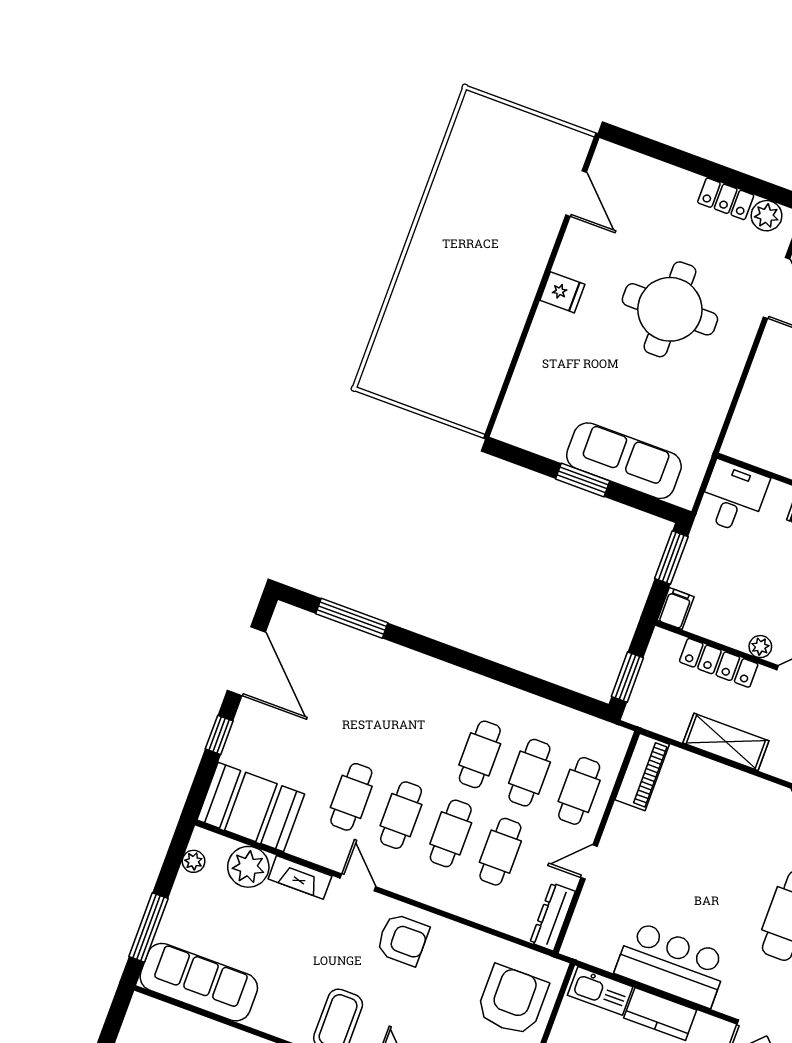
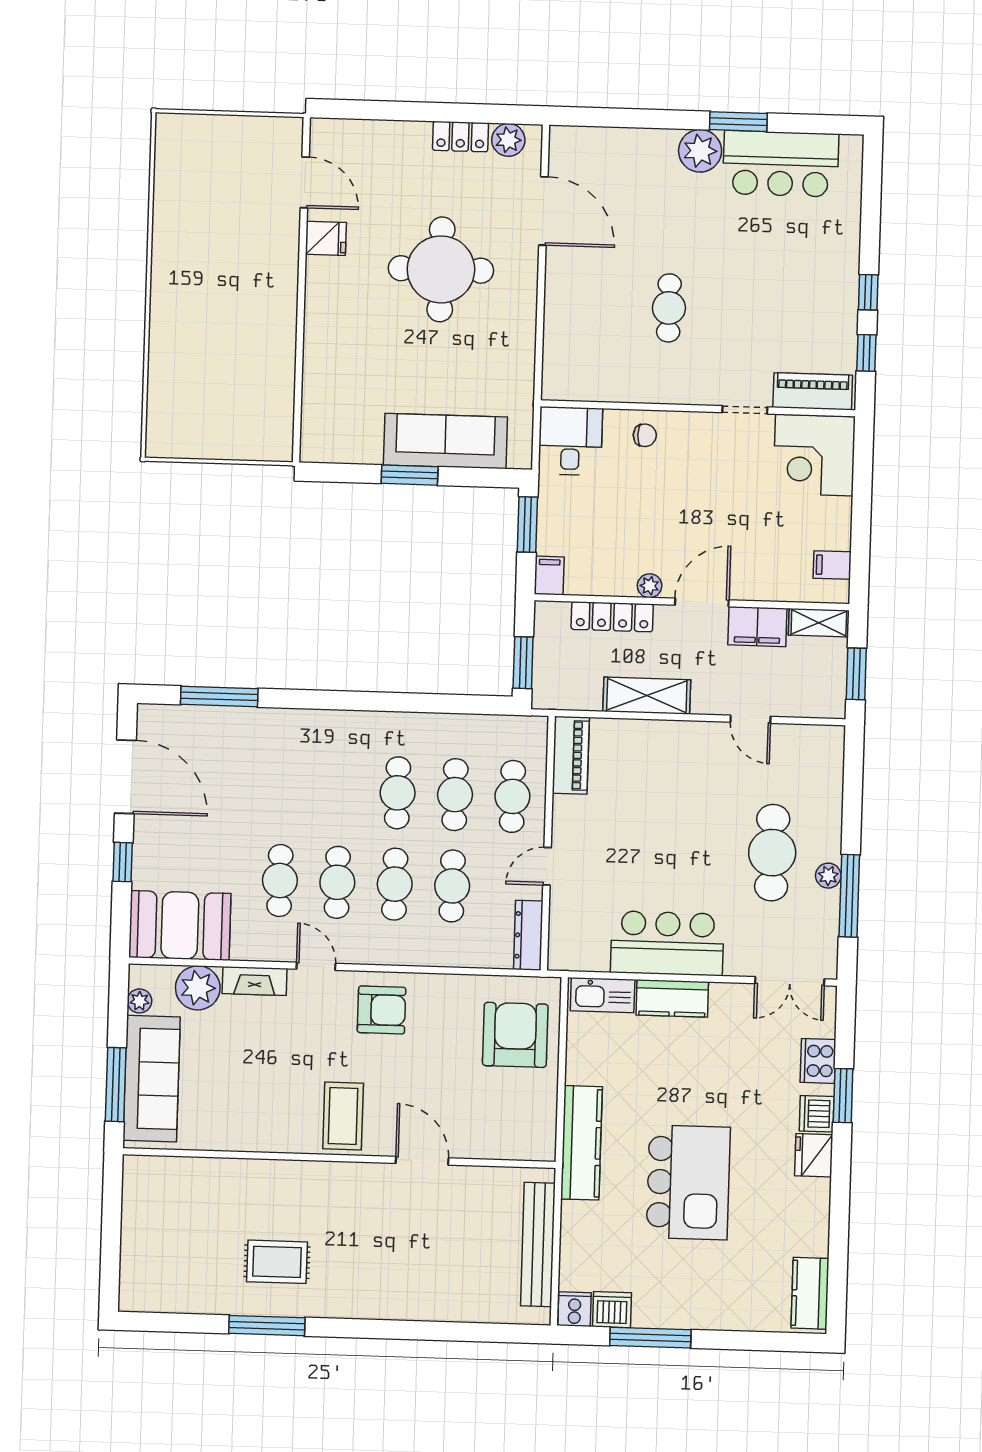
fridge: (562, 292) -> (326, 238), moved
sofa: (199, 982) -> (152, 1079), moved, turned 90

